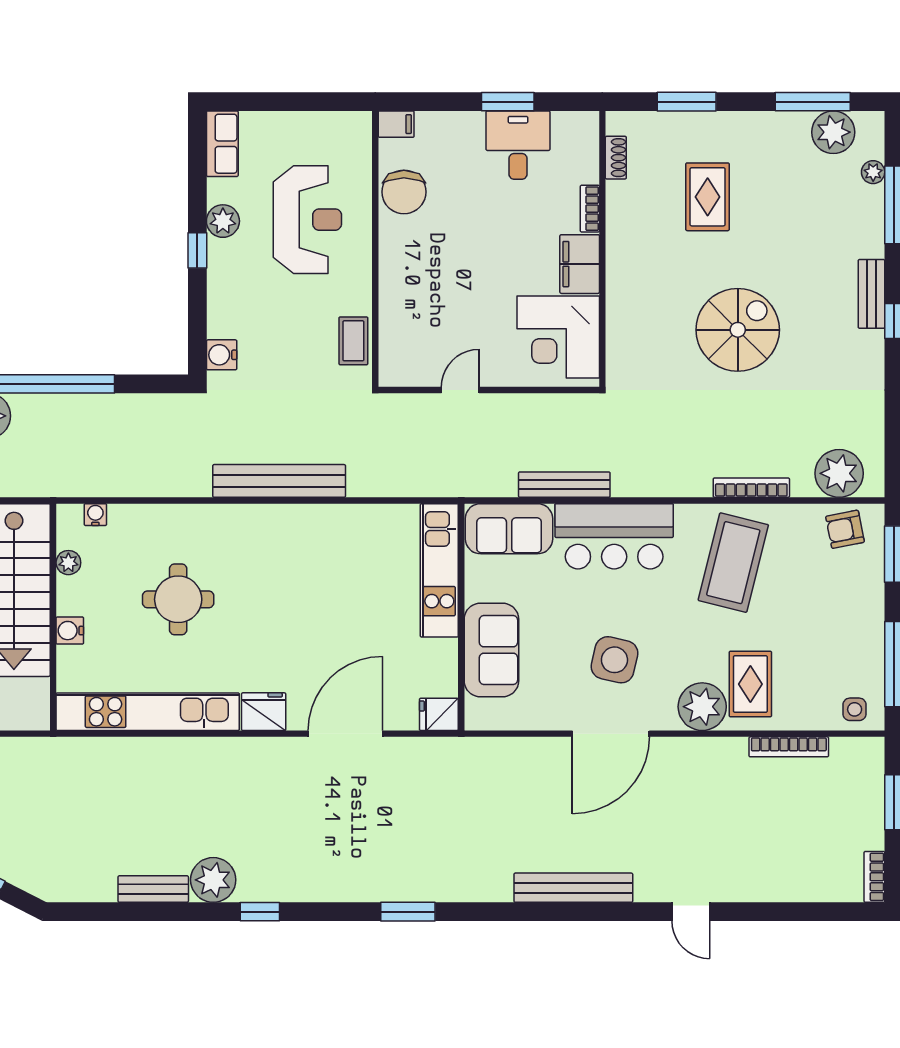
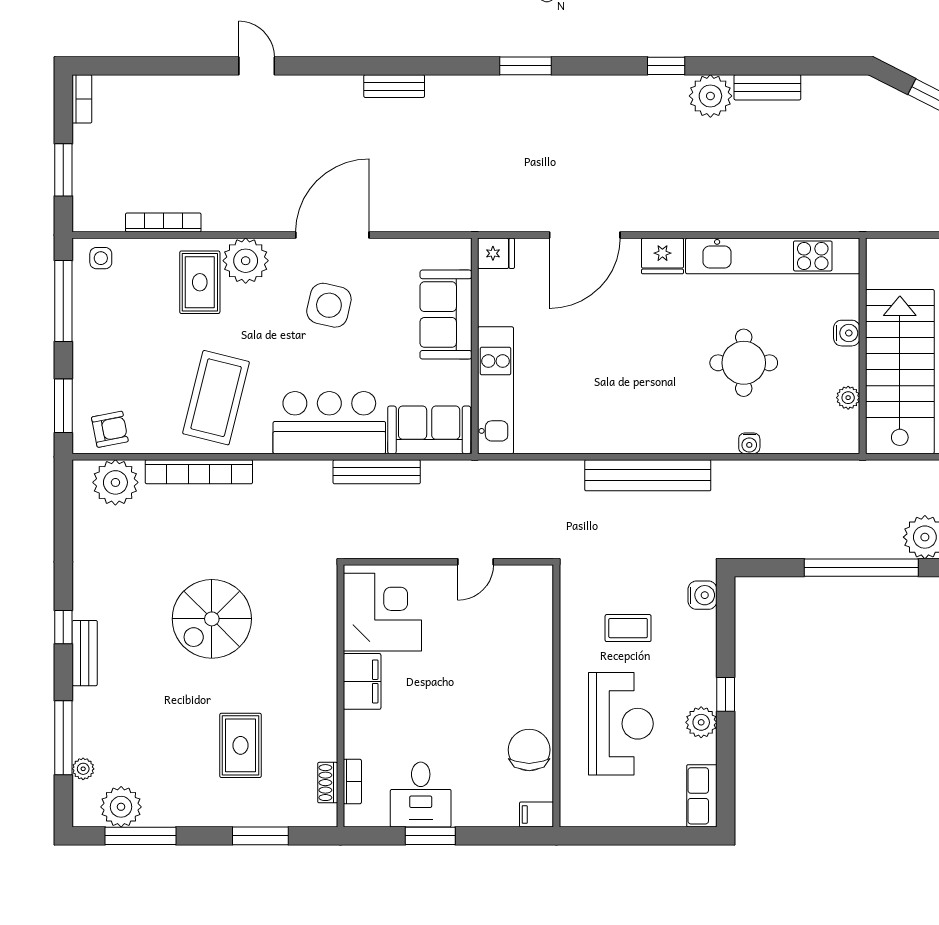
bookcase: (590, 209) -> (352, 782), moved
reception desk: (307, 220) -> (621, 724), turned 180
coffee table: (353, 341) -> (628, 628), moved, turned 90
bookcase: (751, 488) -> (199, 472), width x1.48, depth x1.31
water cooler: (95, 515) -> (749, 443), moved
bench: (573, 888) -> (394, 86), width x0.54, depth x0.82

